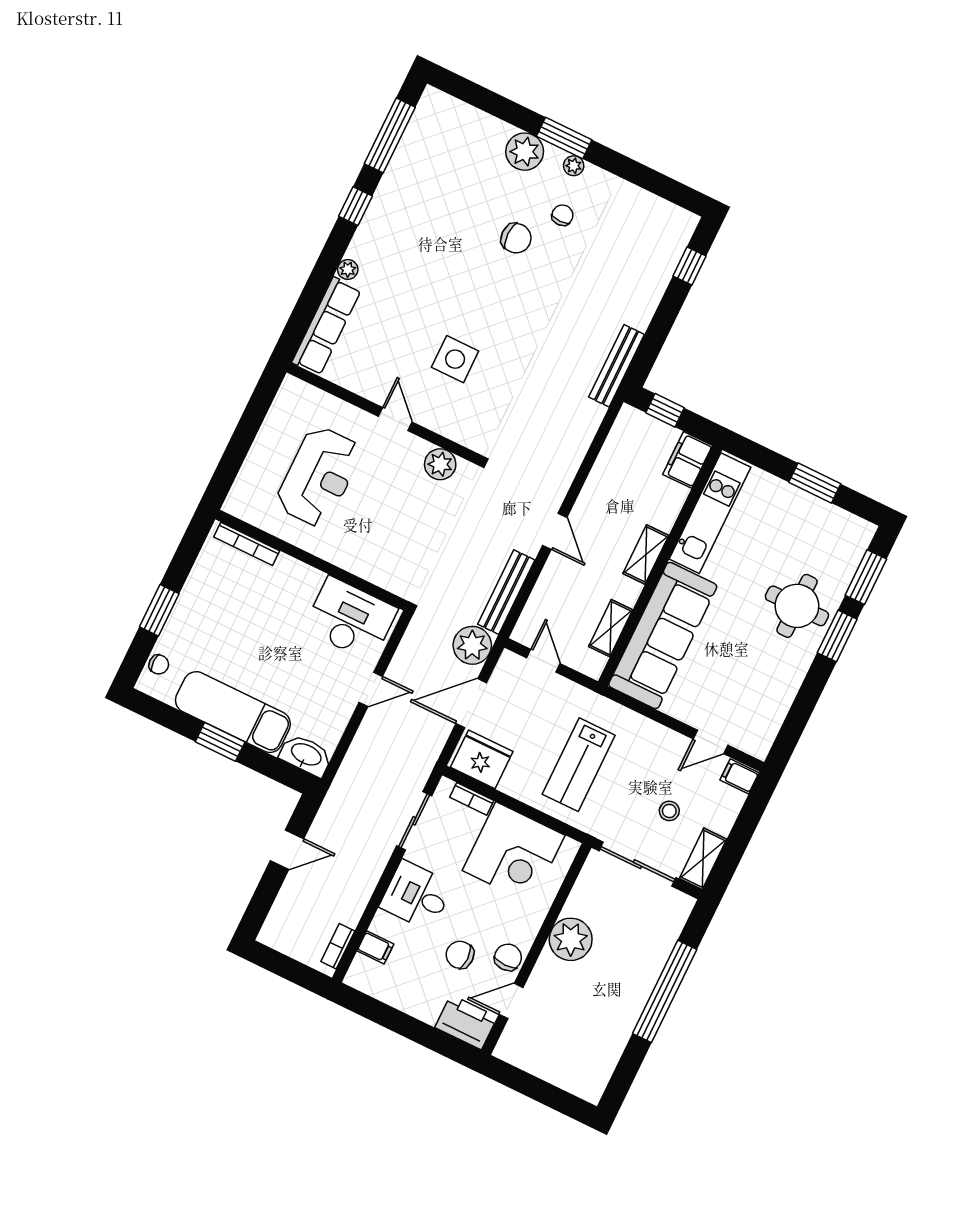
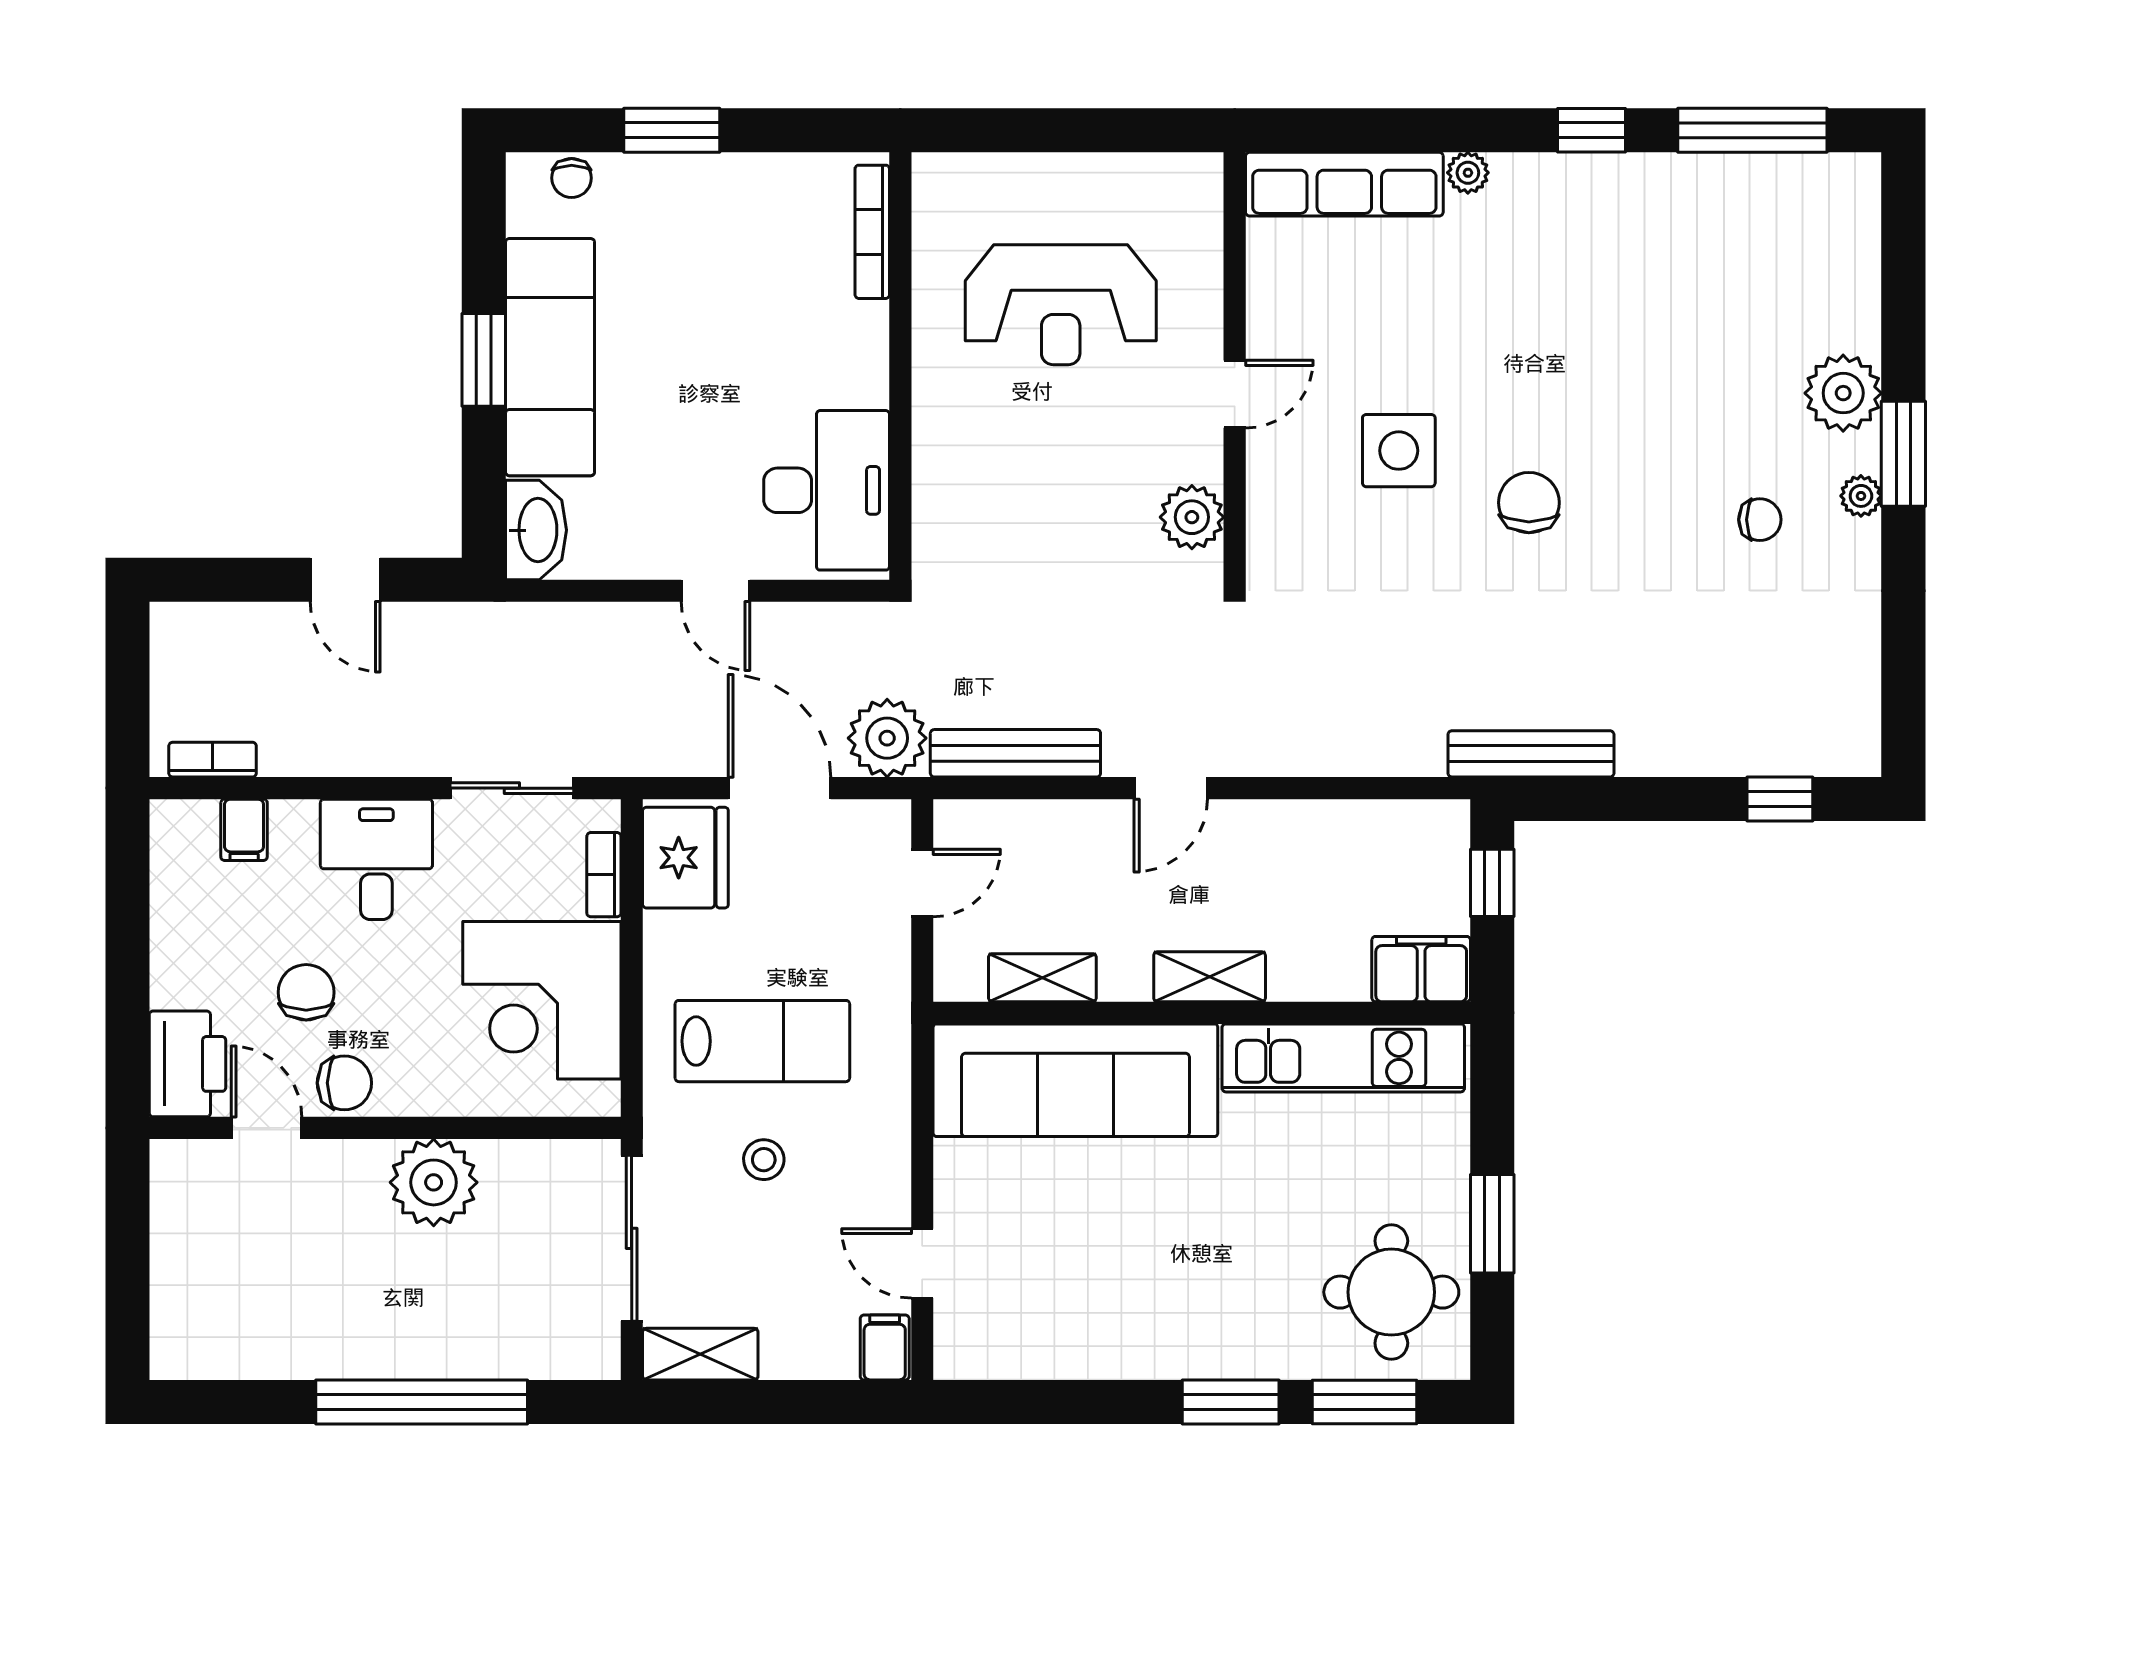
chair: (516, 238) -> (1529, 503), moved, turned 180
round table: (797, 606) -> (1391, 1292), moved
lab bench: (579, 765) -> (762, 1041), turned 180
stool: (669, 811) -> (764, 1160), moved

